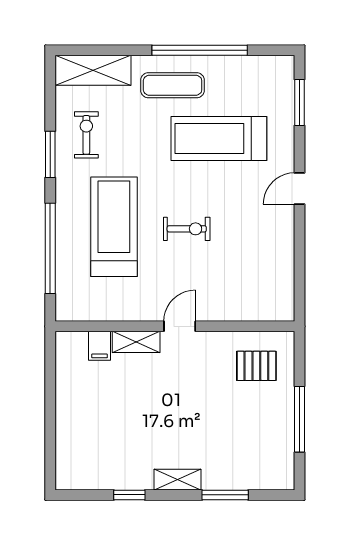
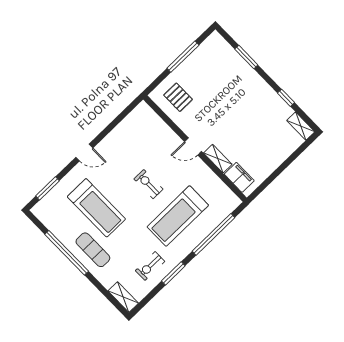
shelving: (93, 70) -> (123, 297), width x0.67, depth x0.75
filing cabinet: (100, 346) -> (239, 177), width x2.00
shelving: (177, 480) -> (301, 126), moved

